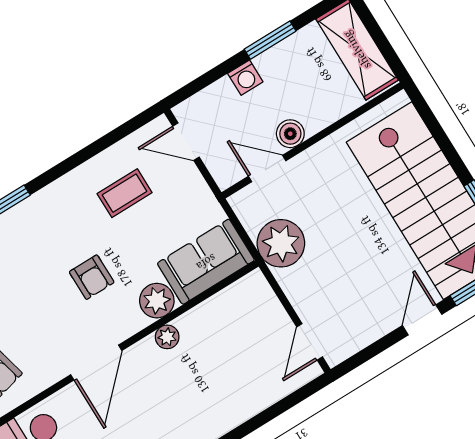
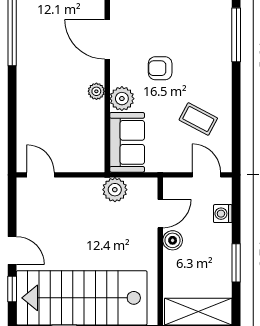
washing machine: (245, 78) -> (223, 214), moved
door: (186, 142) -> (206, 175), hinge flipped
coffee table: (125, 193) -> (198, 119), turned -62
plant: (281, 243) -> (115, 190), width x0.73, depth x0.73

